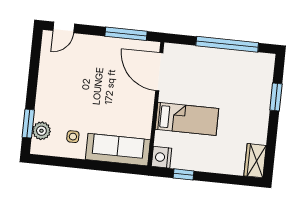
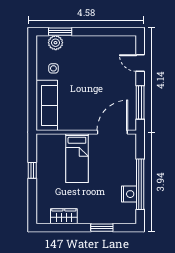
door: (64, 27) -> (140, 63), moved
nightstand: (161, 157) -> (129, 194), moved, turned 90
wardrobe: (255, 161) -> (64, 216), moved
window: (183, 174) -> (32, 170), moved

